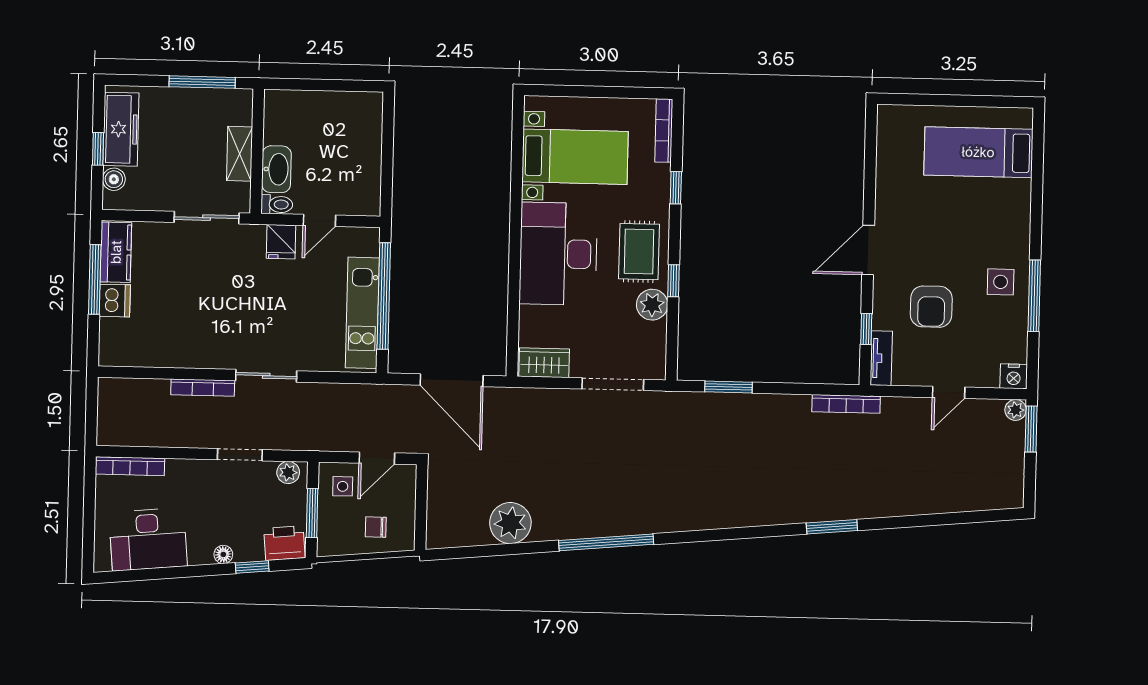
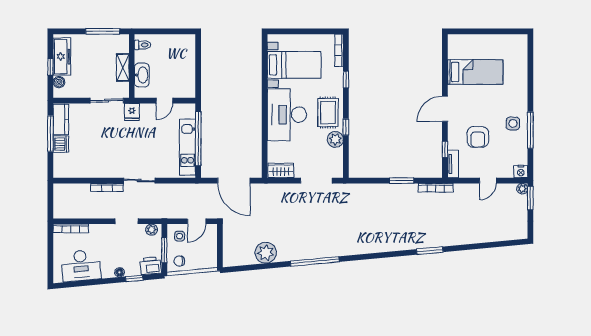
bed: (978, 152) -> (475, 72), moved, turned 180
toilet: (277, 204) -> (142, 45), moved
fridge: (281, 242) -> (132, 112), moved
window: (728, 387) -> (401, 181), moved
chair: (376, 527) -> (179, 261), moved

